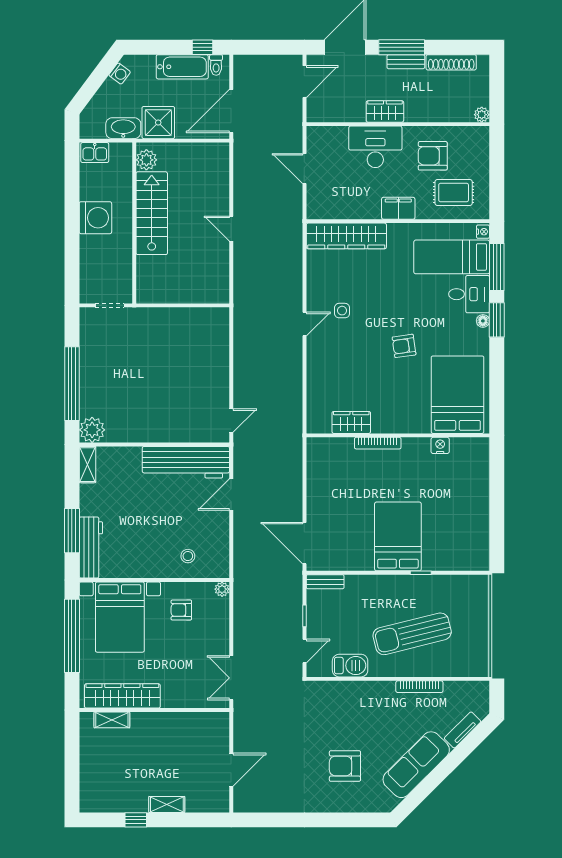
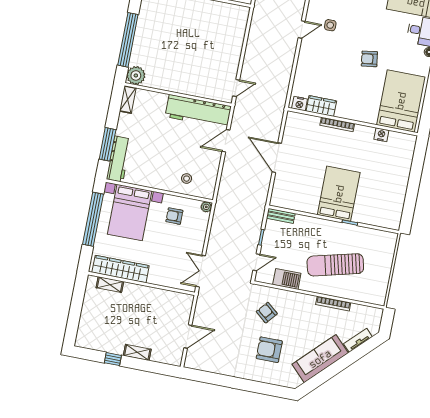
nightstand: (321, 425) -> (300, 104), added
door: (304, 543) -> (277, 158), moved
armchair: (332, 716) -> (267, 313), added

